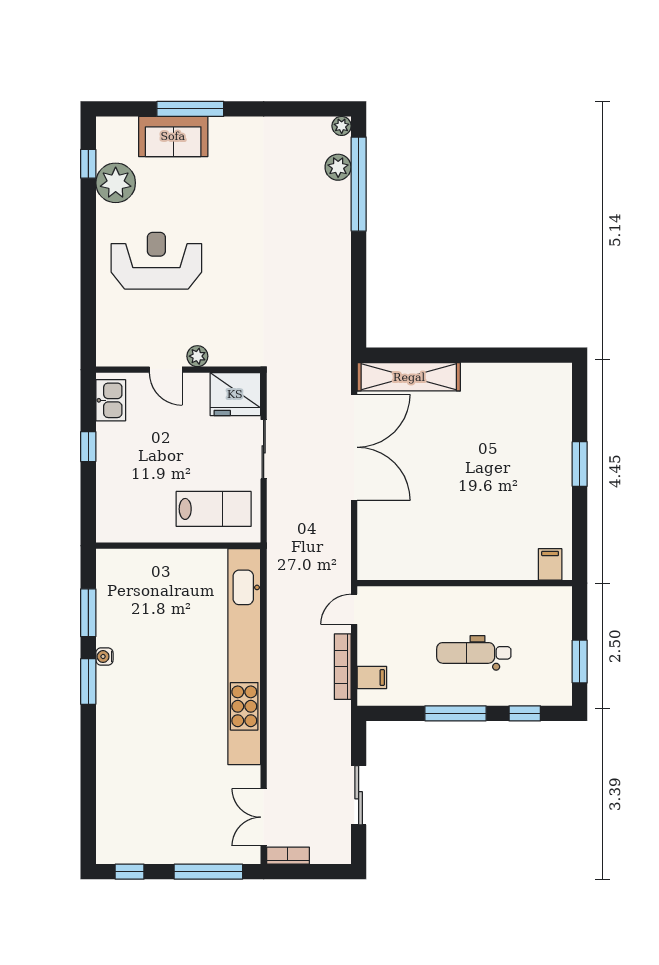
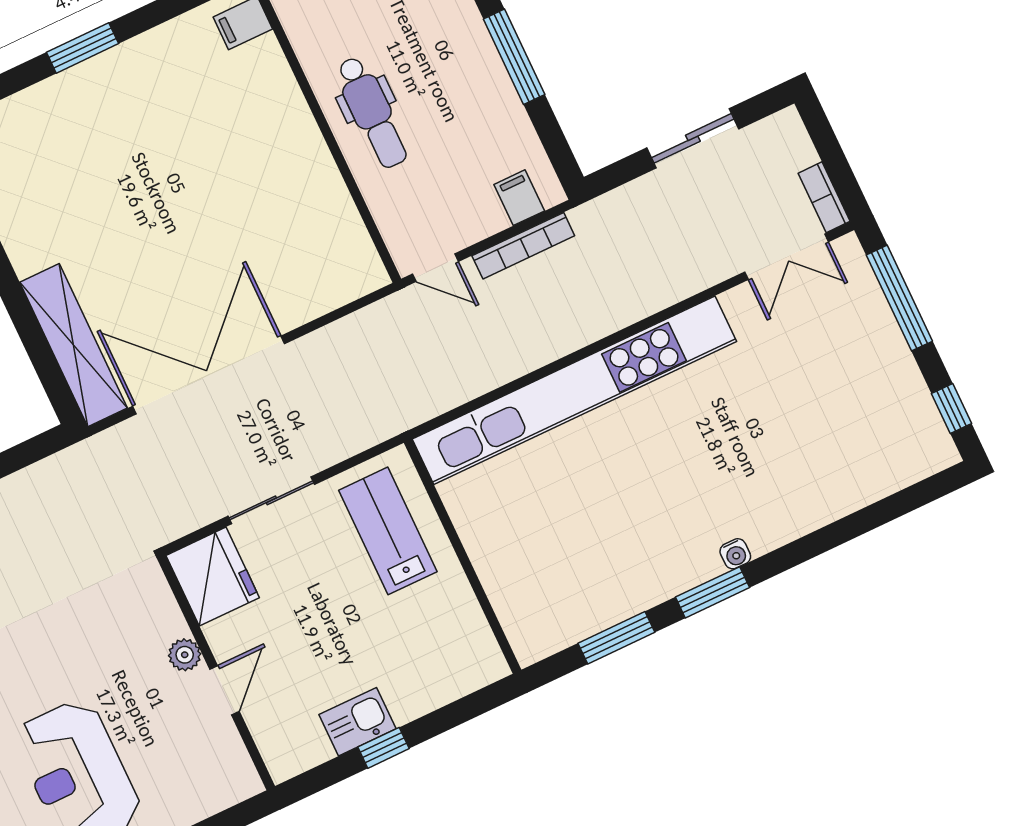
kitchen sink: (111, 400) -> (357, 722), moved
dental chair: (474, 653) -> (372, 112), moved
water cooler: (104, 657) -> (735, 554), moved

